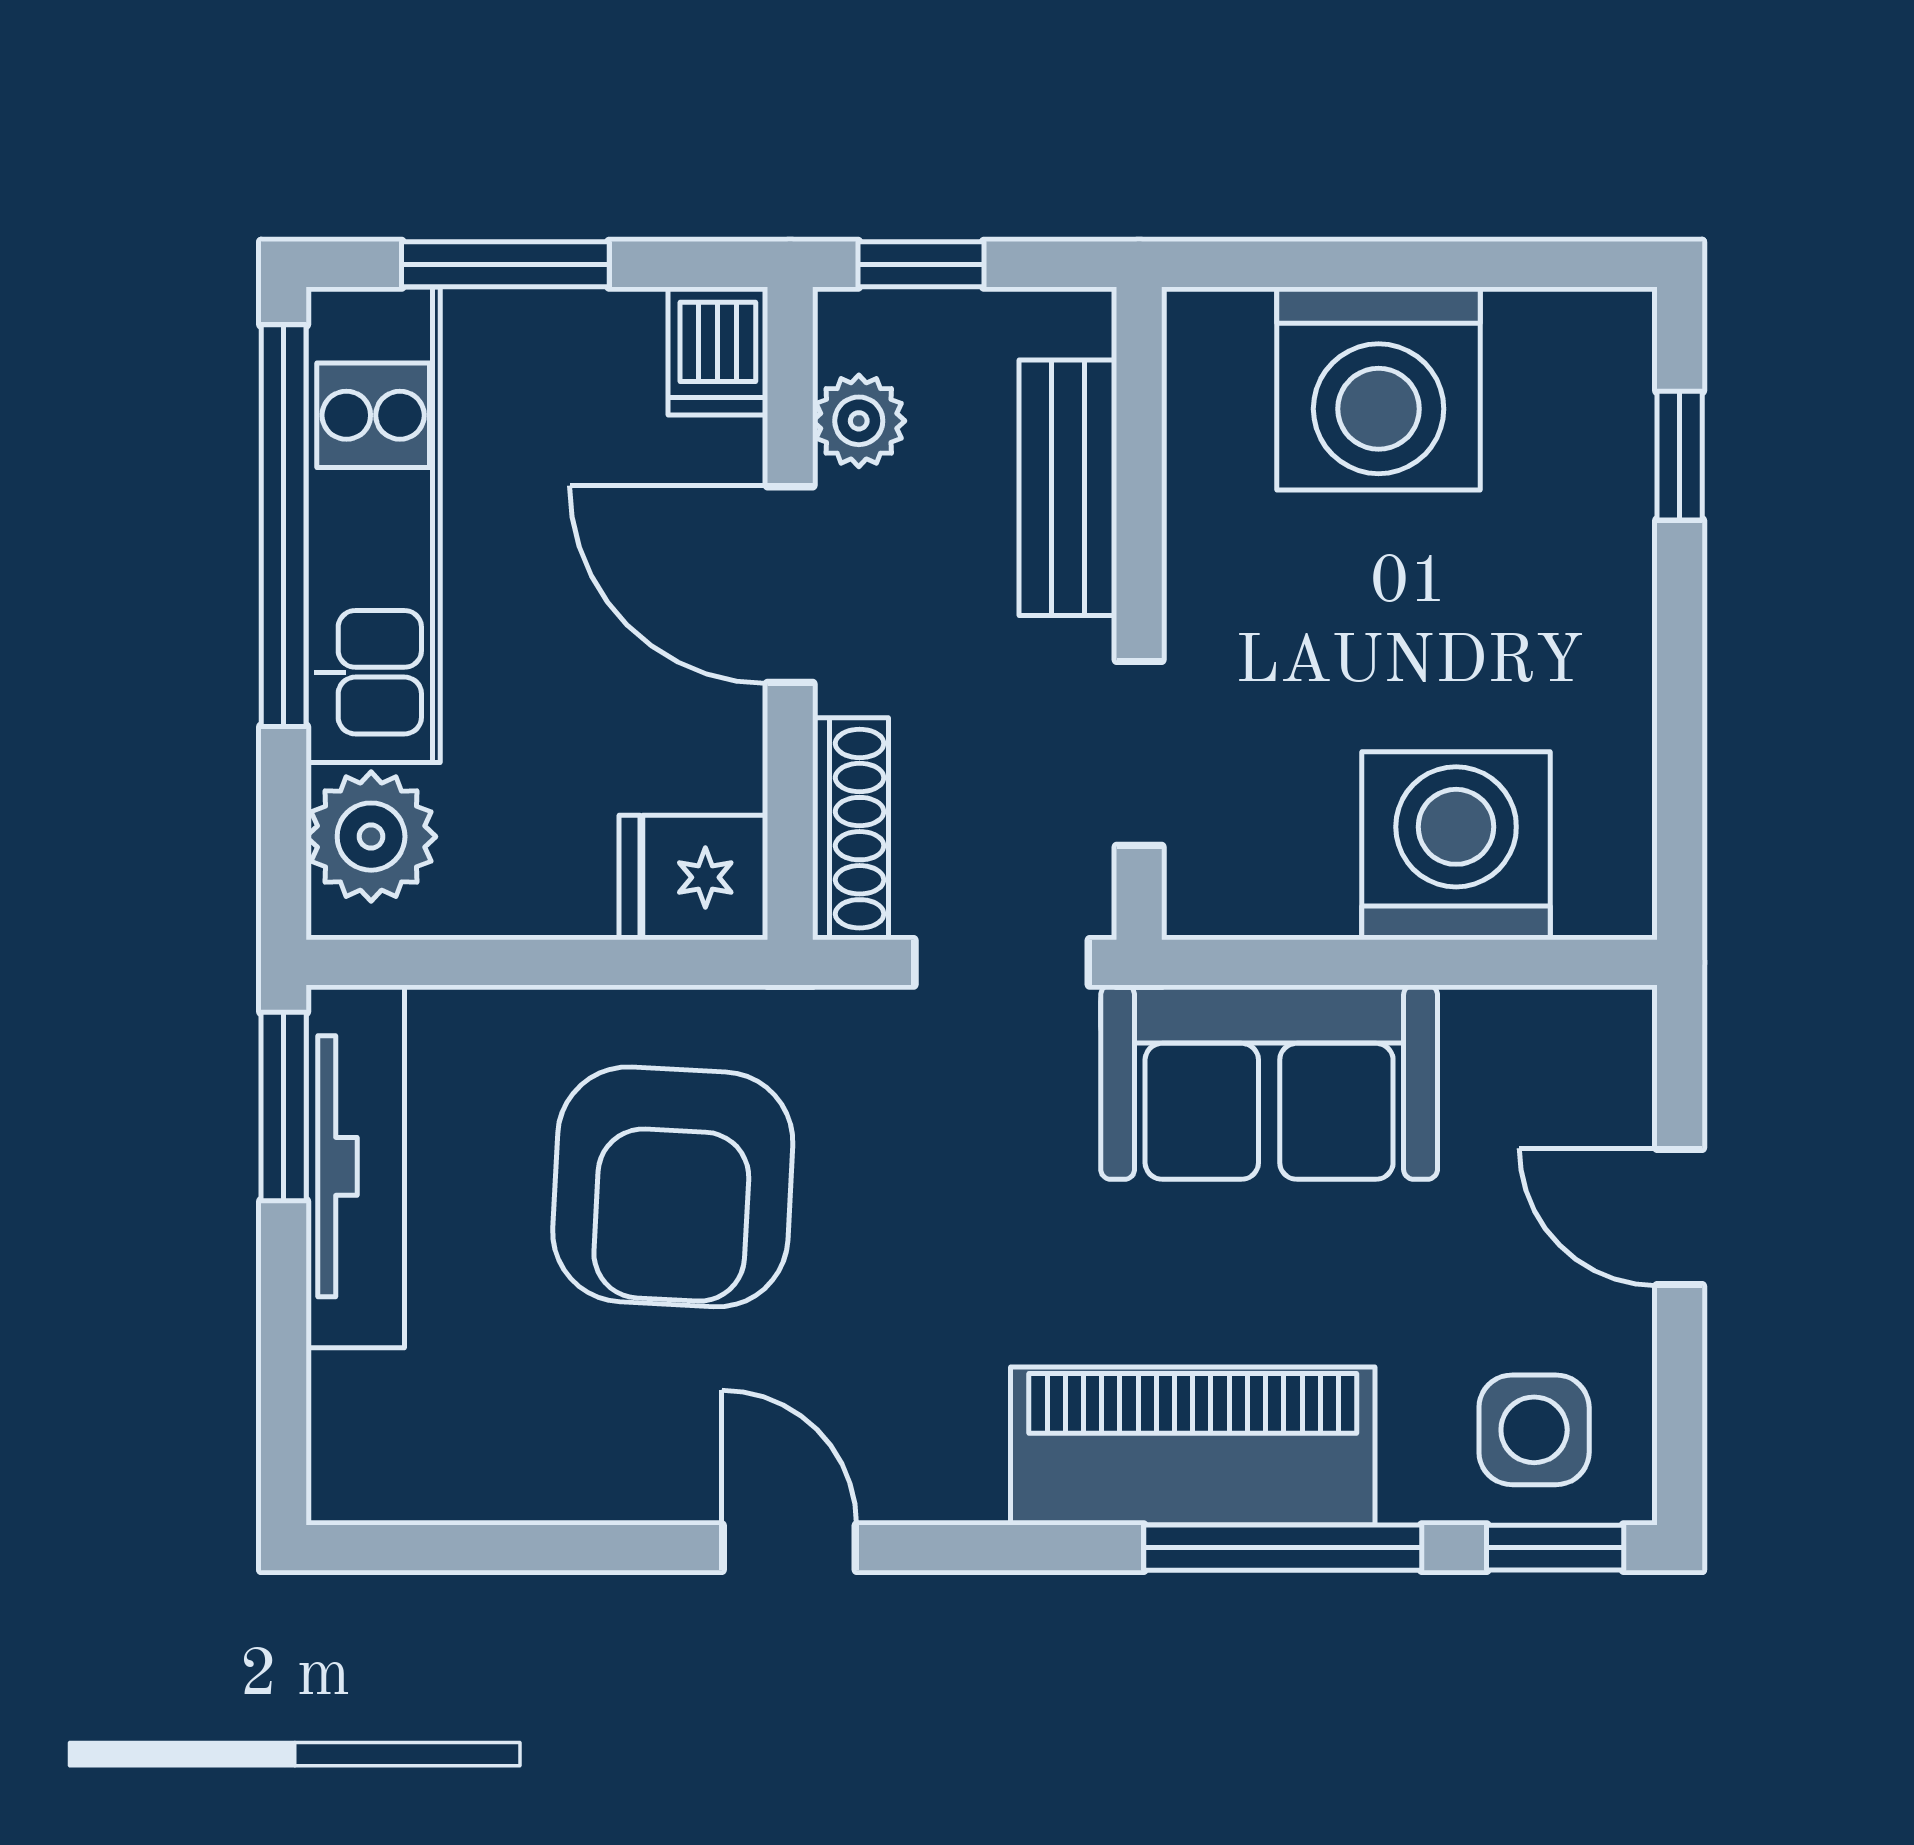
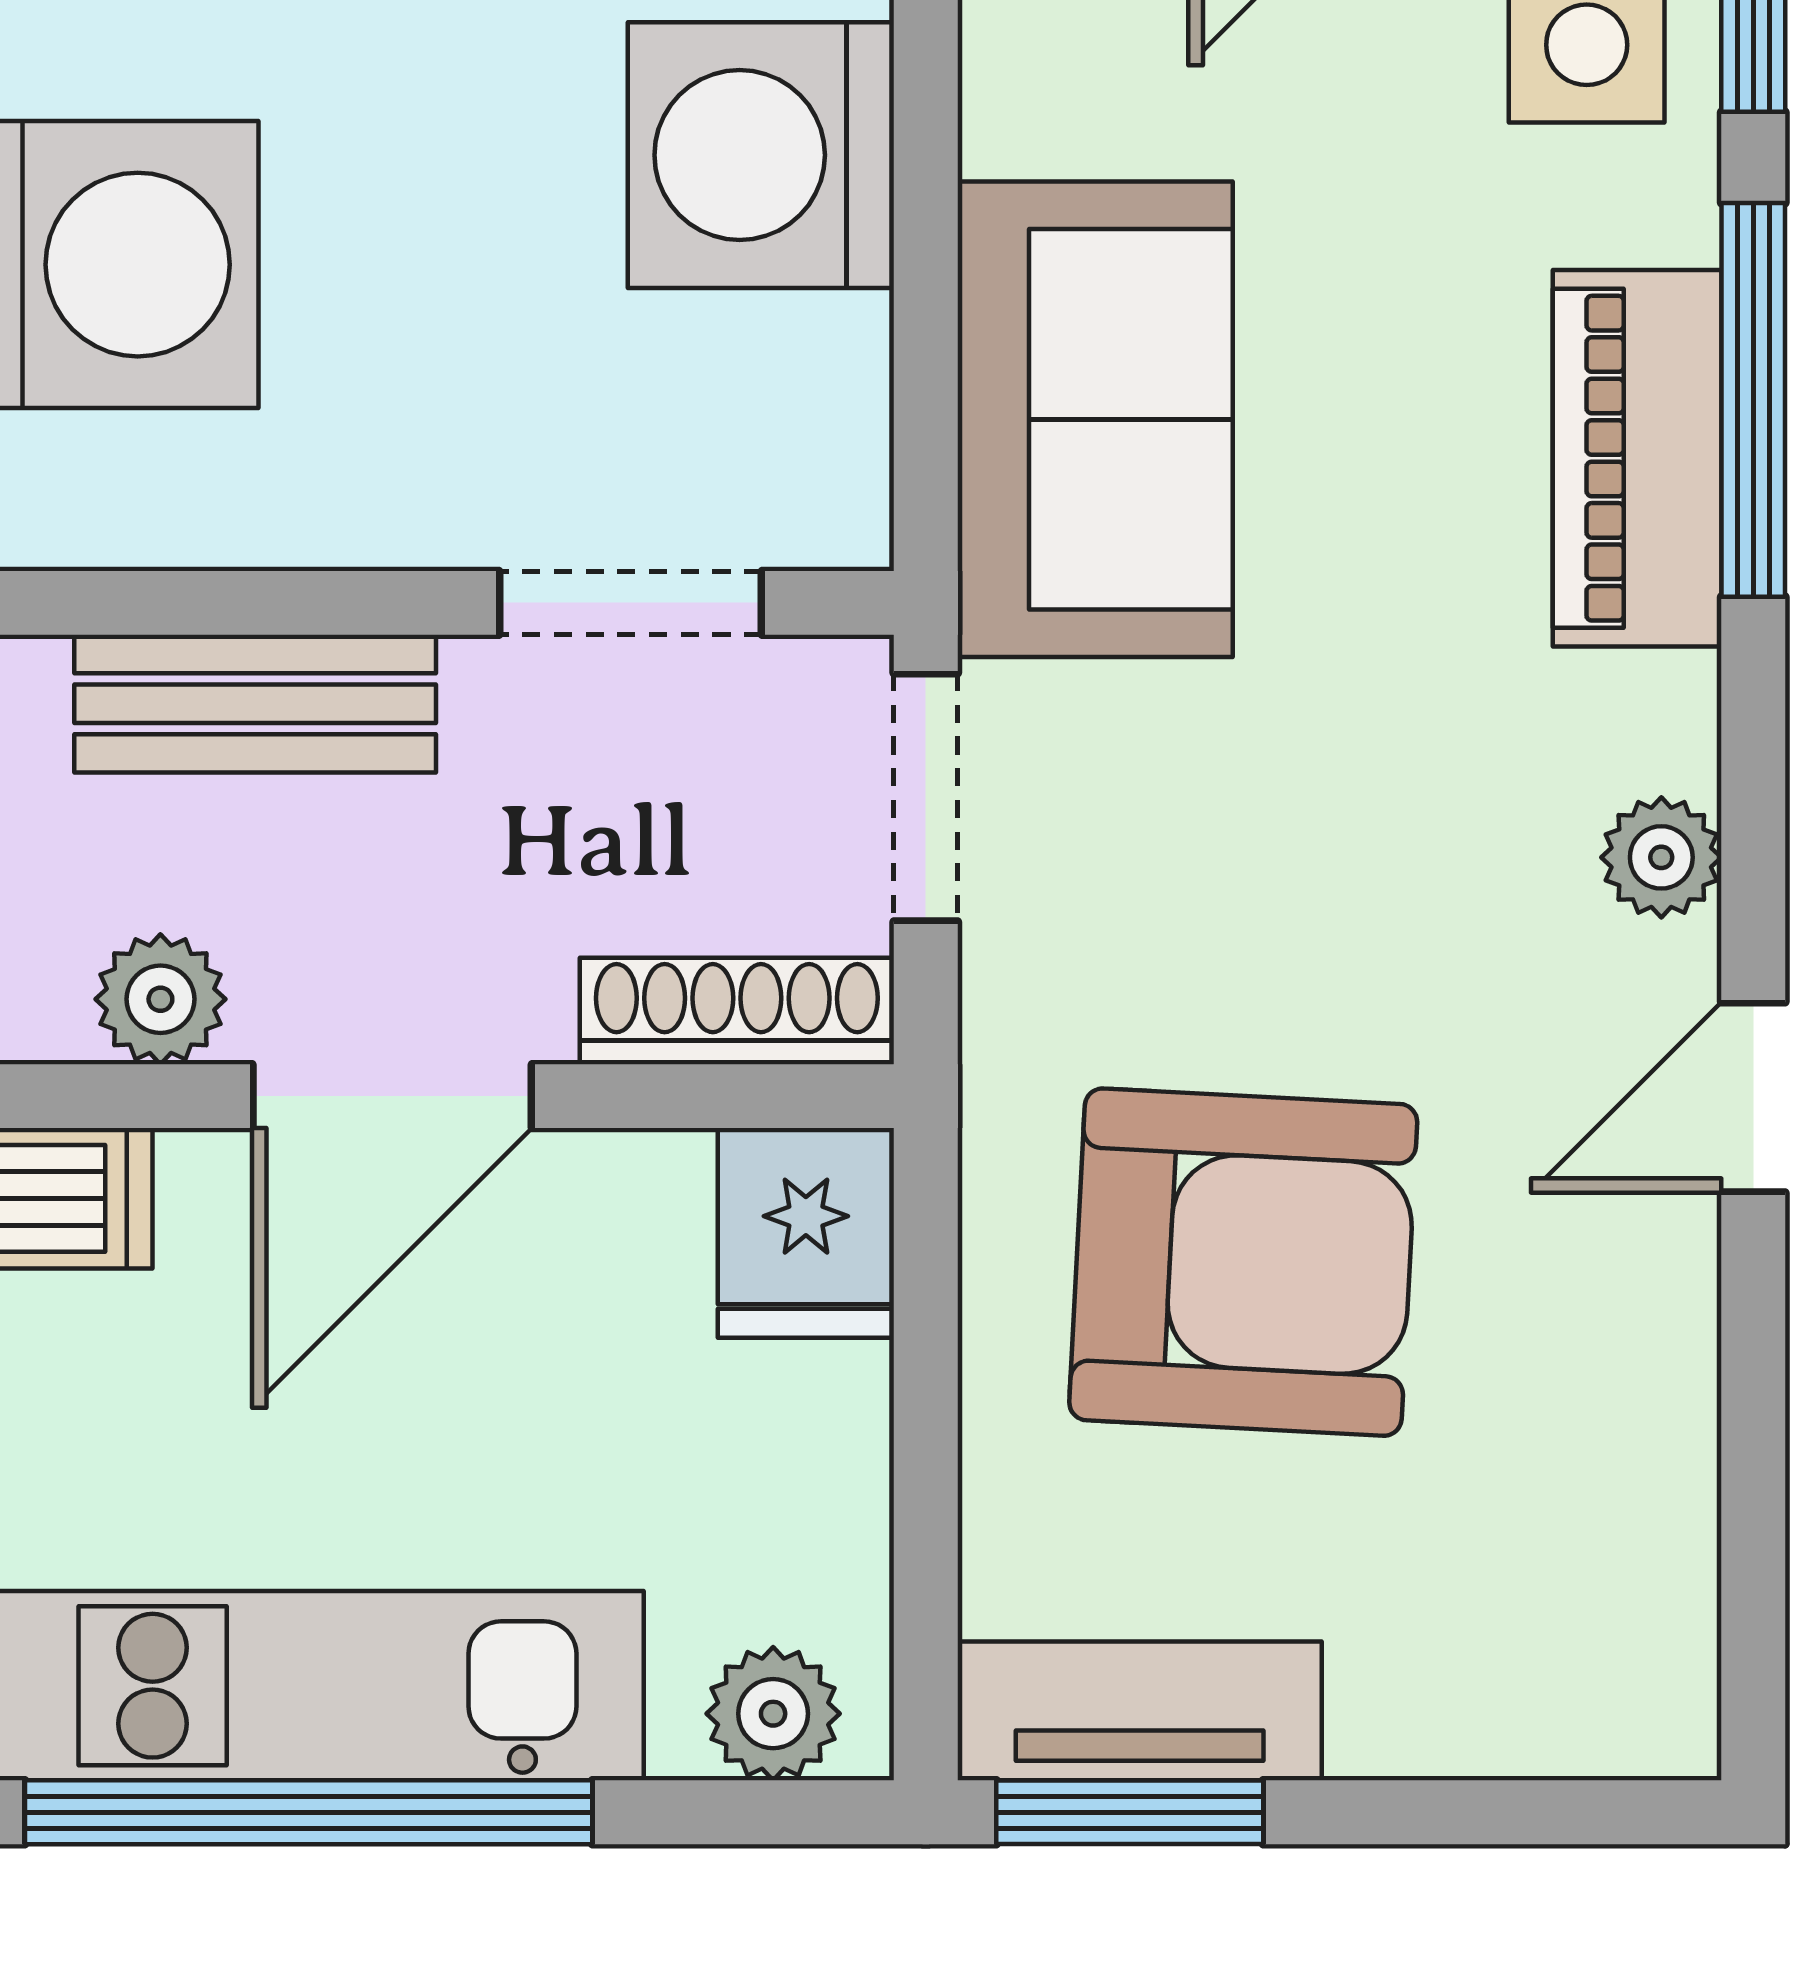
plant: (371, 837) -> (773, 1714), width x0.73, depth x0.73
tv unit: (355, 1166) -> (1140, 1711), width x0.71
piano: (1193, 1446) -> (1637, 458), width x0.73, depth x0.75
plant: (959, 1483) -> (1661, 857), added

